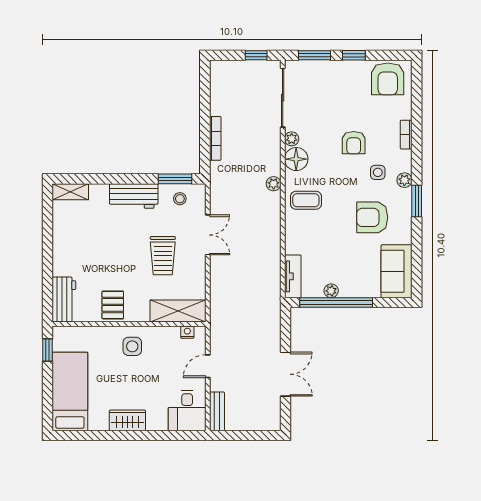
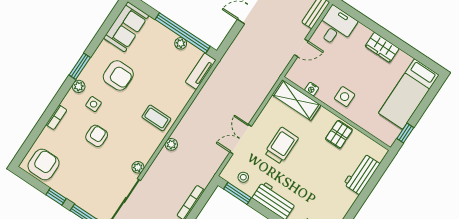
floor lamp: (296, 159) -> (144, 151), removed
workbench: (64, 300) -> (362, 174), moved
nightstand: (187, 332) -> (312, 89), moved

